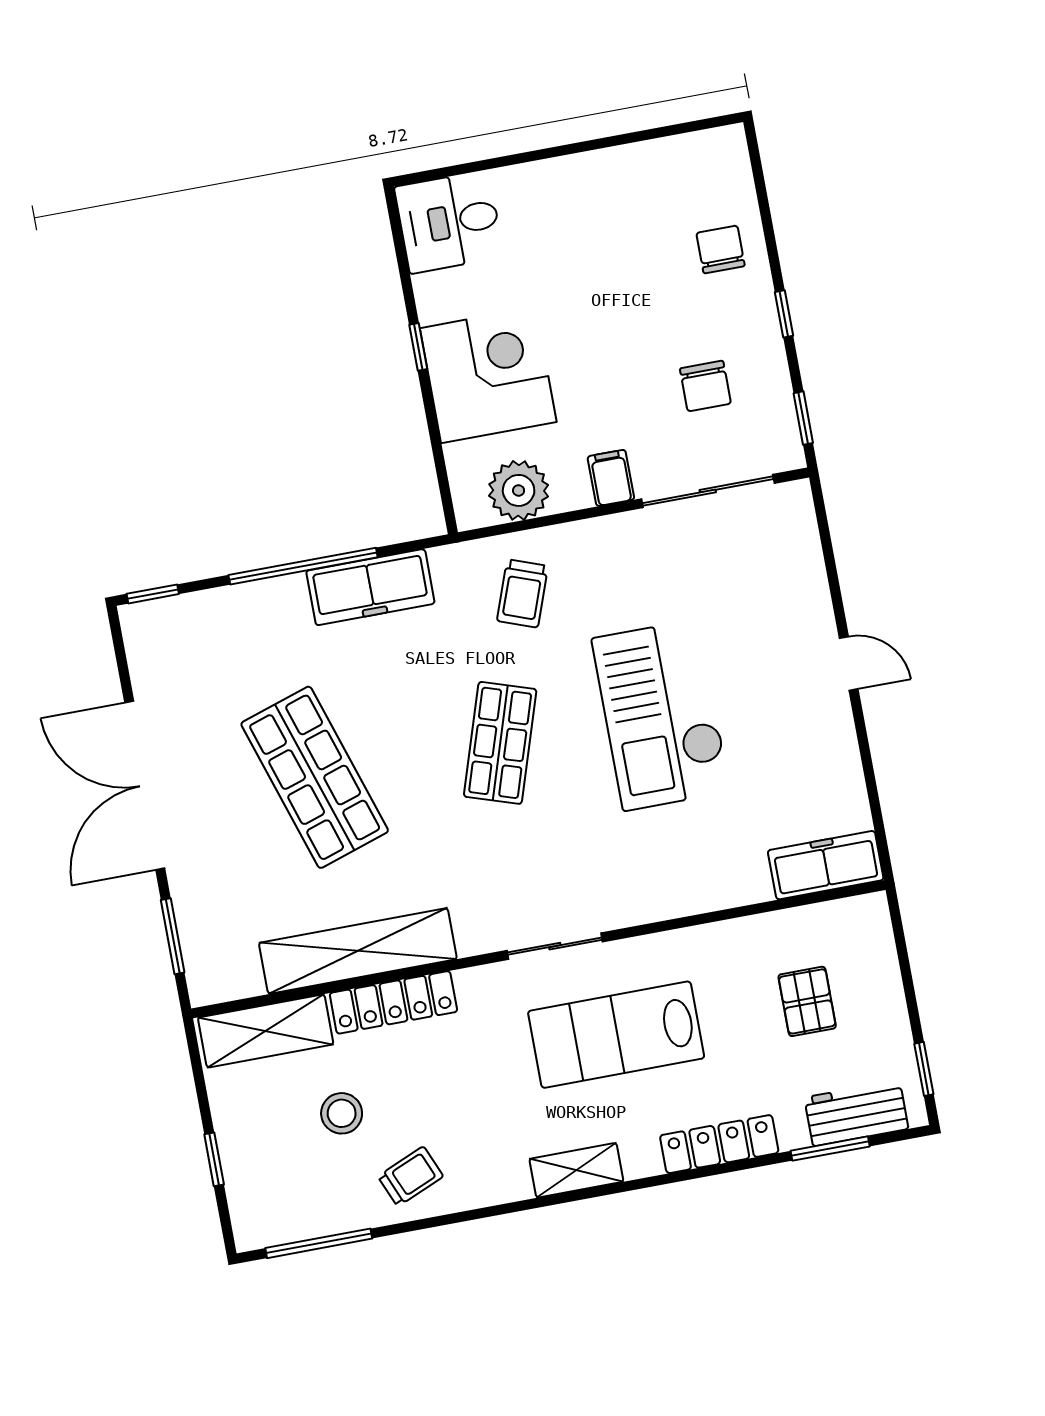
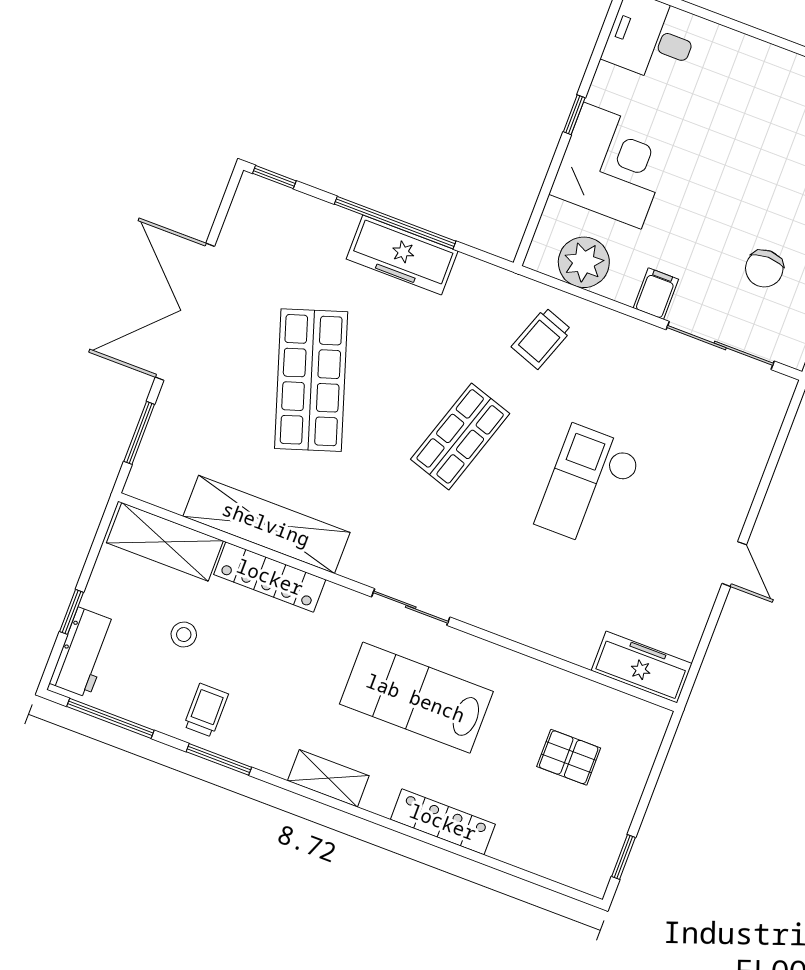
freezer: (370, 587) -> (402, 255), moved
door: (849, 663) -> (734, 564), moved
checkout: (661, 715) -> (589, 487), width x0.73, depth x0.83
pallet: (807, 1001) -> (569, 757), turned 90
stool: (342, 1113) -> (184, 635), width x0.73, depth x0.73
workbench: (856, 1113) -> (83, 652), moved, turned 90
window: (830, 1149) -> (219, 759), moved
trolley: (411, 1176) -> (206, 710), turned -67

